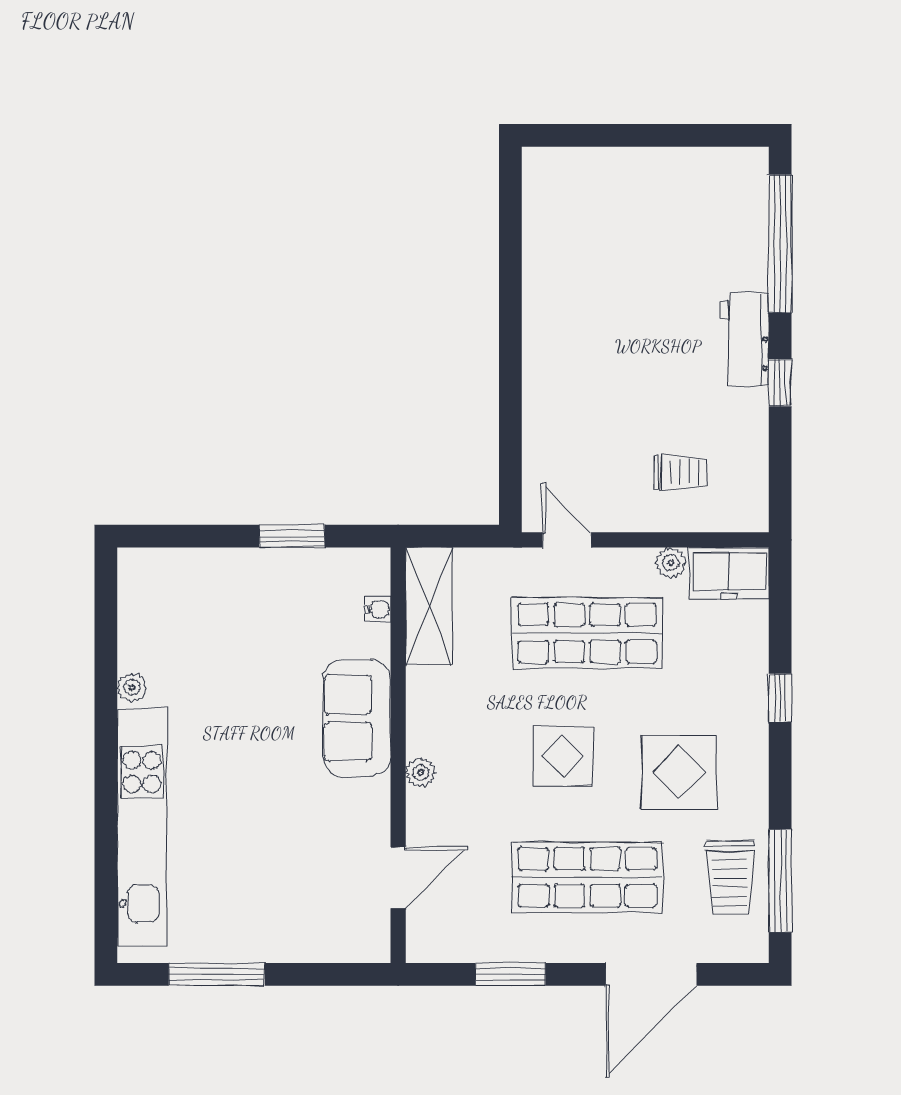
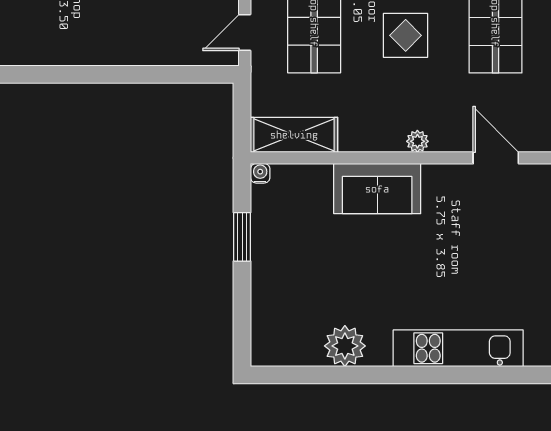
water cooler: (377, 609) -> (260, 173), moved
plant: (132, 688) -> (345, 346), width x1.87, depth x1.87
kitchen unit: (142, 827) -> (458, 348), width x0.73

